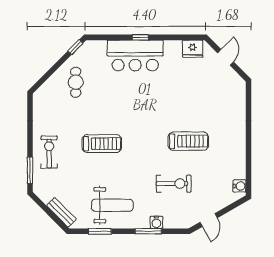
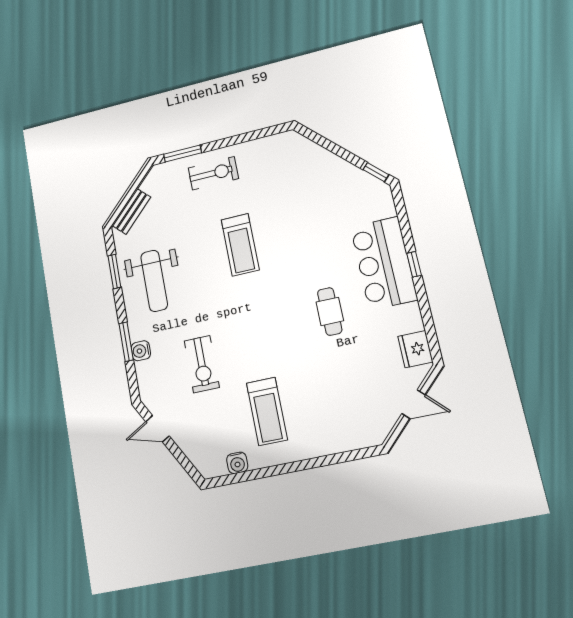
cafe table: (76, 82) -> (330, 311), moved, turned 90
treadmill: (188, 141) -> (267, 411), moved
water cooler: (239, 186) -> (237, 463), moved

